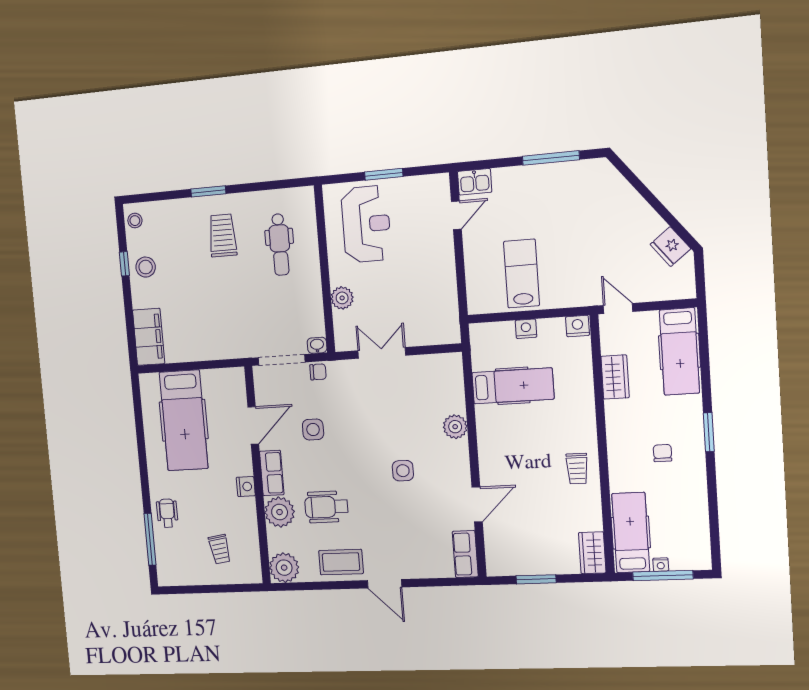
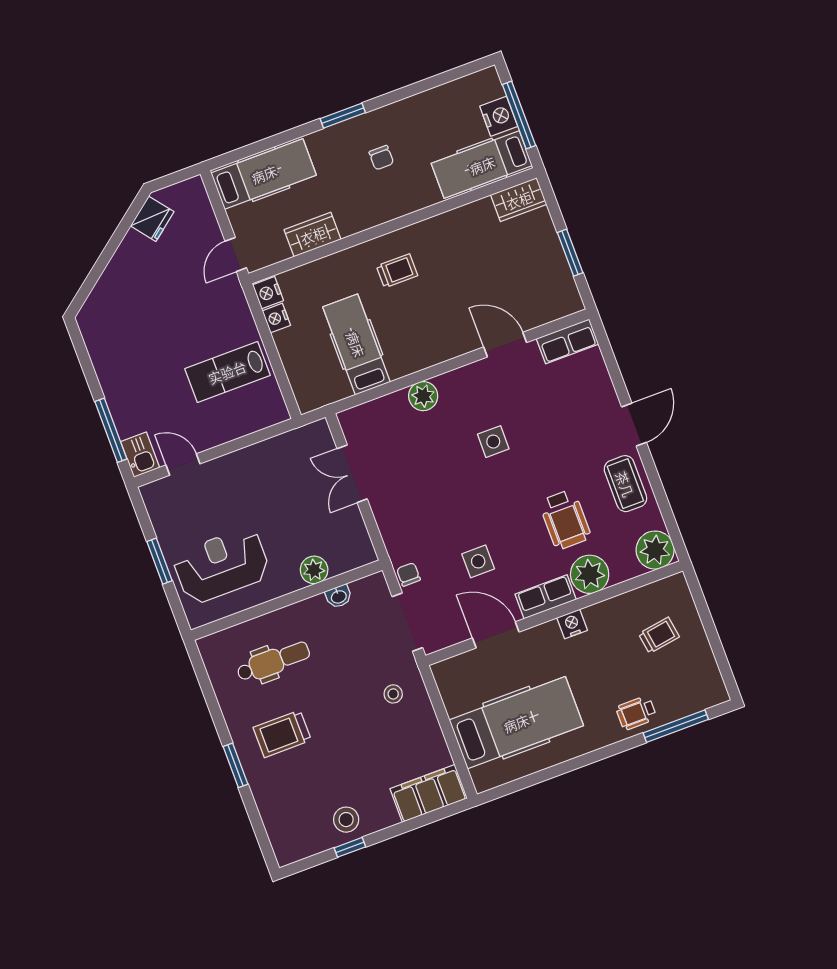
window: (551, 158) -> (111, 430), moved
stool: (135, 221) -> (393, 694), moved
nightstand: (526, 329) -> (276, 318), moved
washbasin: (317, 345) -> (339, 596), moved, turned -90
double door: (382, 353) -> (352, 474), moved
chair: (663, 453) -> (381, 158), turned -90
trolley: (577, 469) -> (397, 271), moved
nightstand: (661, 565) -> (499, 116), width x1.89, depth x1.79

